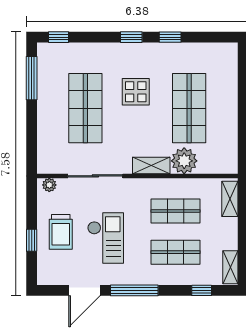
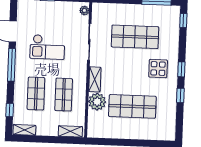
display table: (136, 92) -> (158, 69), moved
trolley: (61, 232) -> (53, 17), removed

